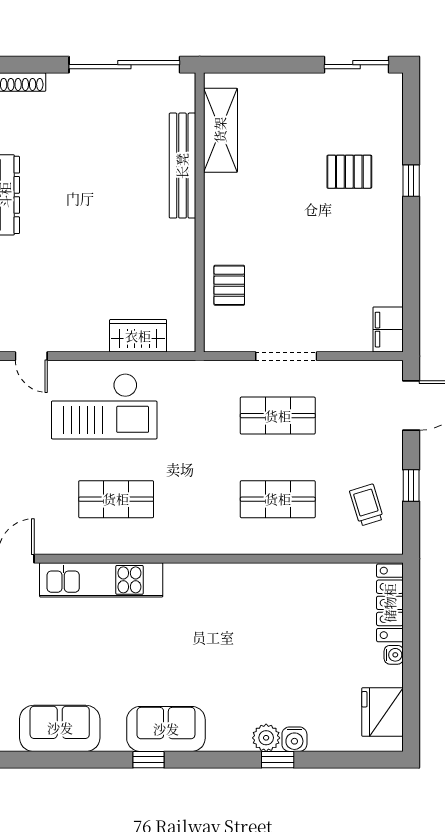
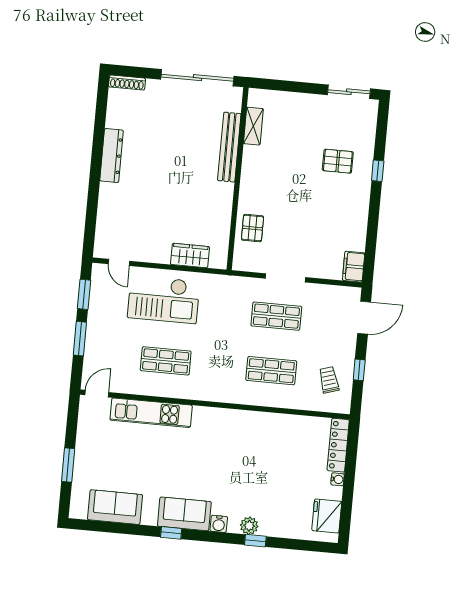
shelving: (220, 130) -> (253, 126), width x0.67, depth x0.75
water cooler: (294, 739) -> (219, 524), moved

